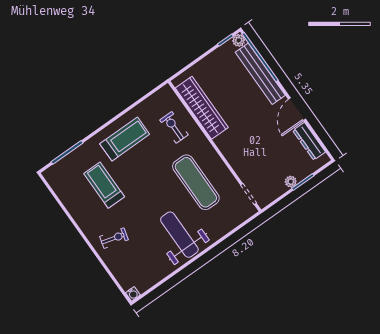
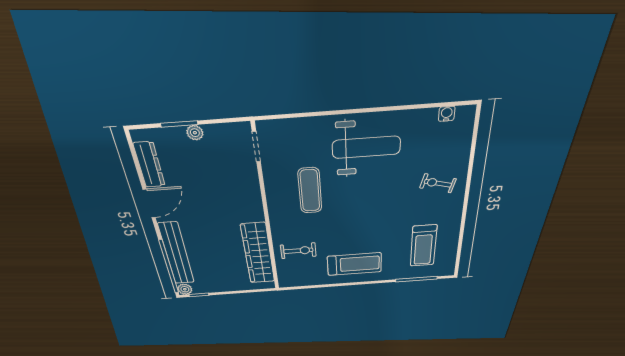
exercise bike: (174, 127) -> (298, 251), turned -90
treadmill: (125, 139) -> (354, 264), turned 180
exercise mat: (196, 182) -> (310, 191), width x0.73, depth x0.69
treadmill: (104, 185) -> (423, 246), moved
weight bench: (179, 235) -> (366, 147), turned -90
water cooler: (133, 294) -> (447, 114), moved

